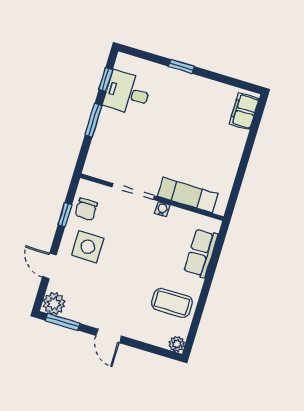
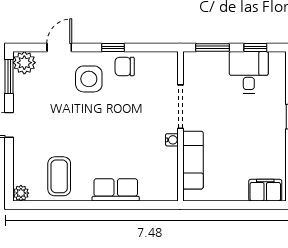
doorway: (133, 192) -> (180, 107), moved
exam couch: (188, 195) -> (193, 160), moved
wall: (152, 197) -> (180, 126), moved
water cooler: (162, 209) -> (172, 140), moved

